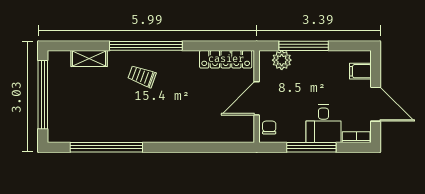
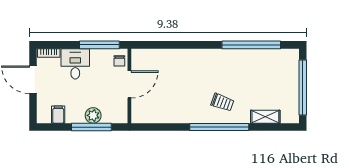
locker: (226, 59) -> (155, 116), removed
plant: (282, 60) -> (93, 115), moved
filing cabinet: (360, 71) -> (58, 115), moved, turned -90
window: (311, 147) -> (99, 45), moved

